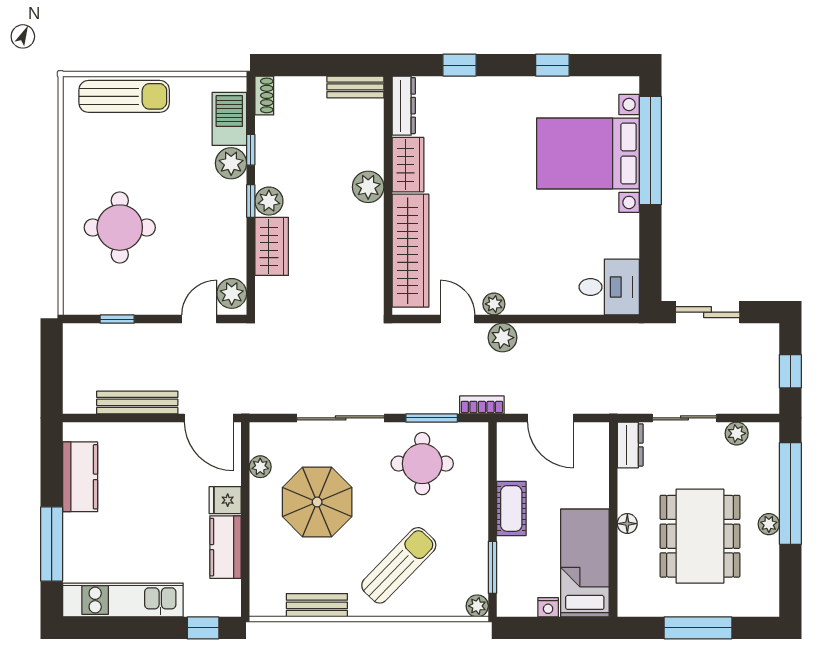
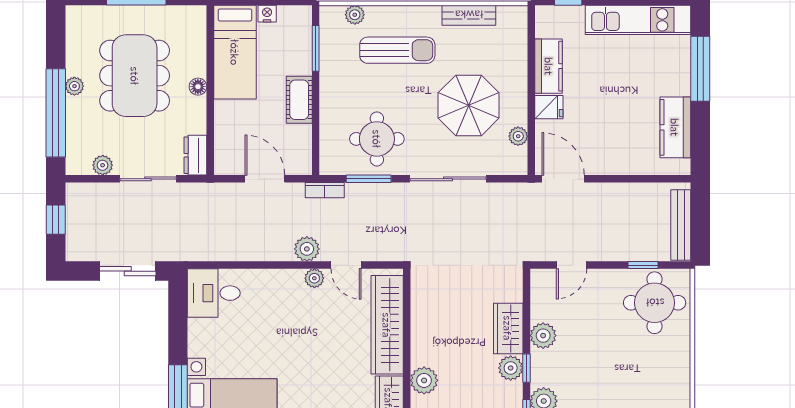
round table: (120, 228) -> (655, 303), moved
plant: (232, 293) -> (543, 336), moved
bench: (137, 402) -> (681, 225), moved, turned 90
sun lounger: (399, 565) -> (397, 50), turned -134
plant: (477, 606) -> (355, 15), moved

